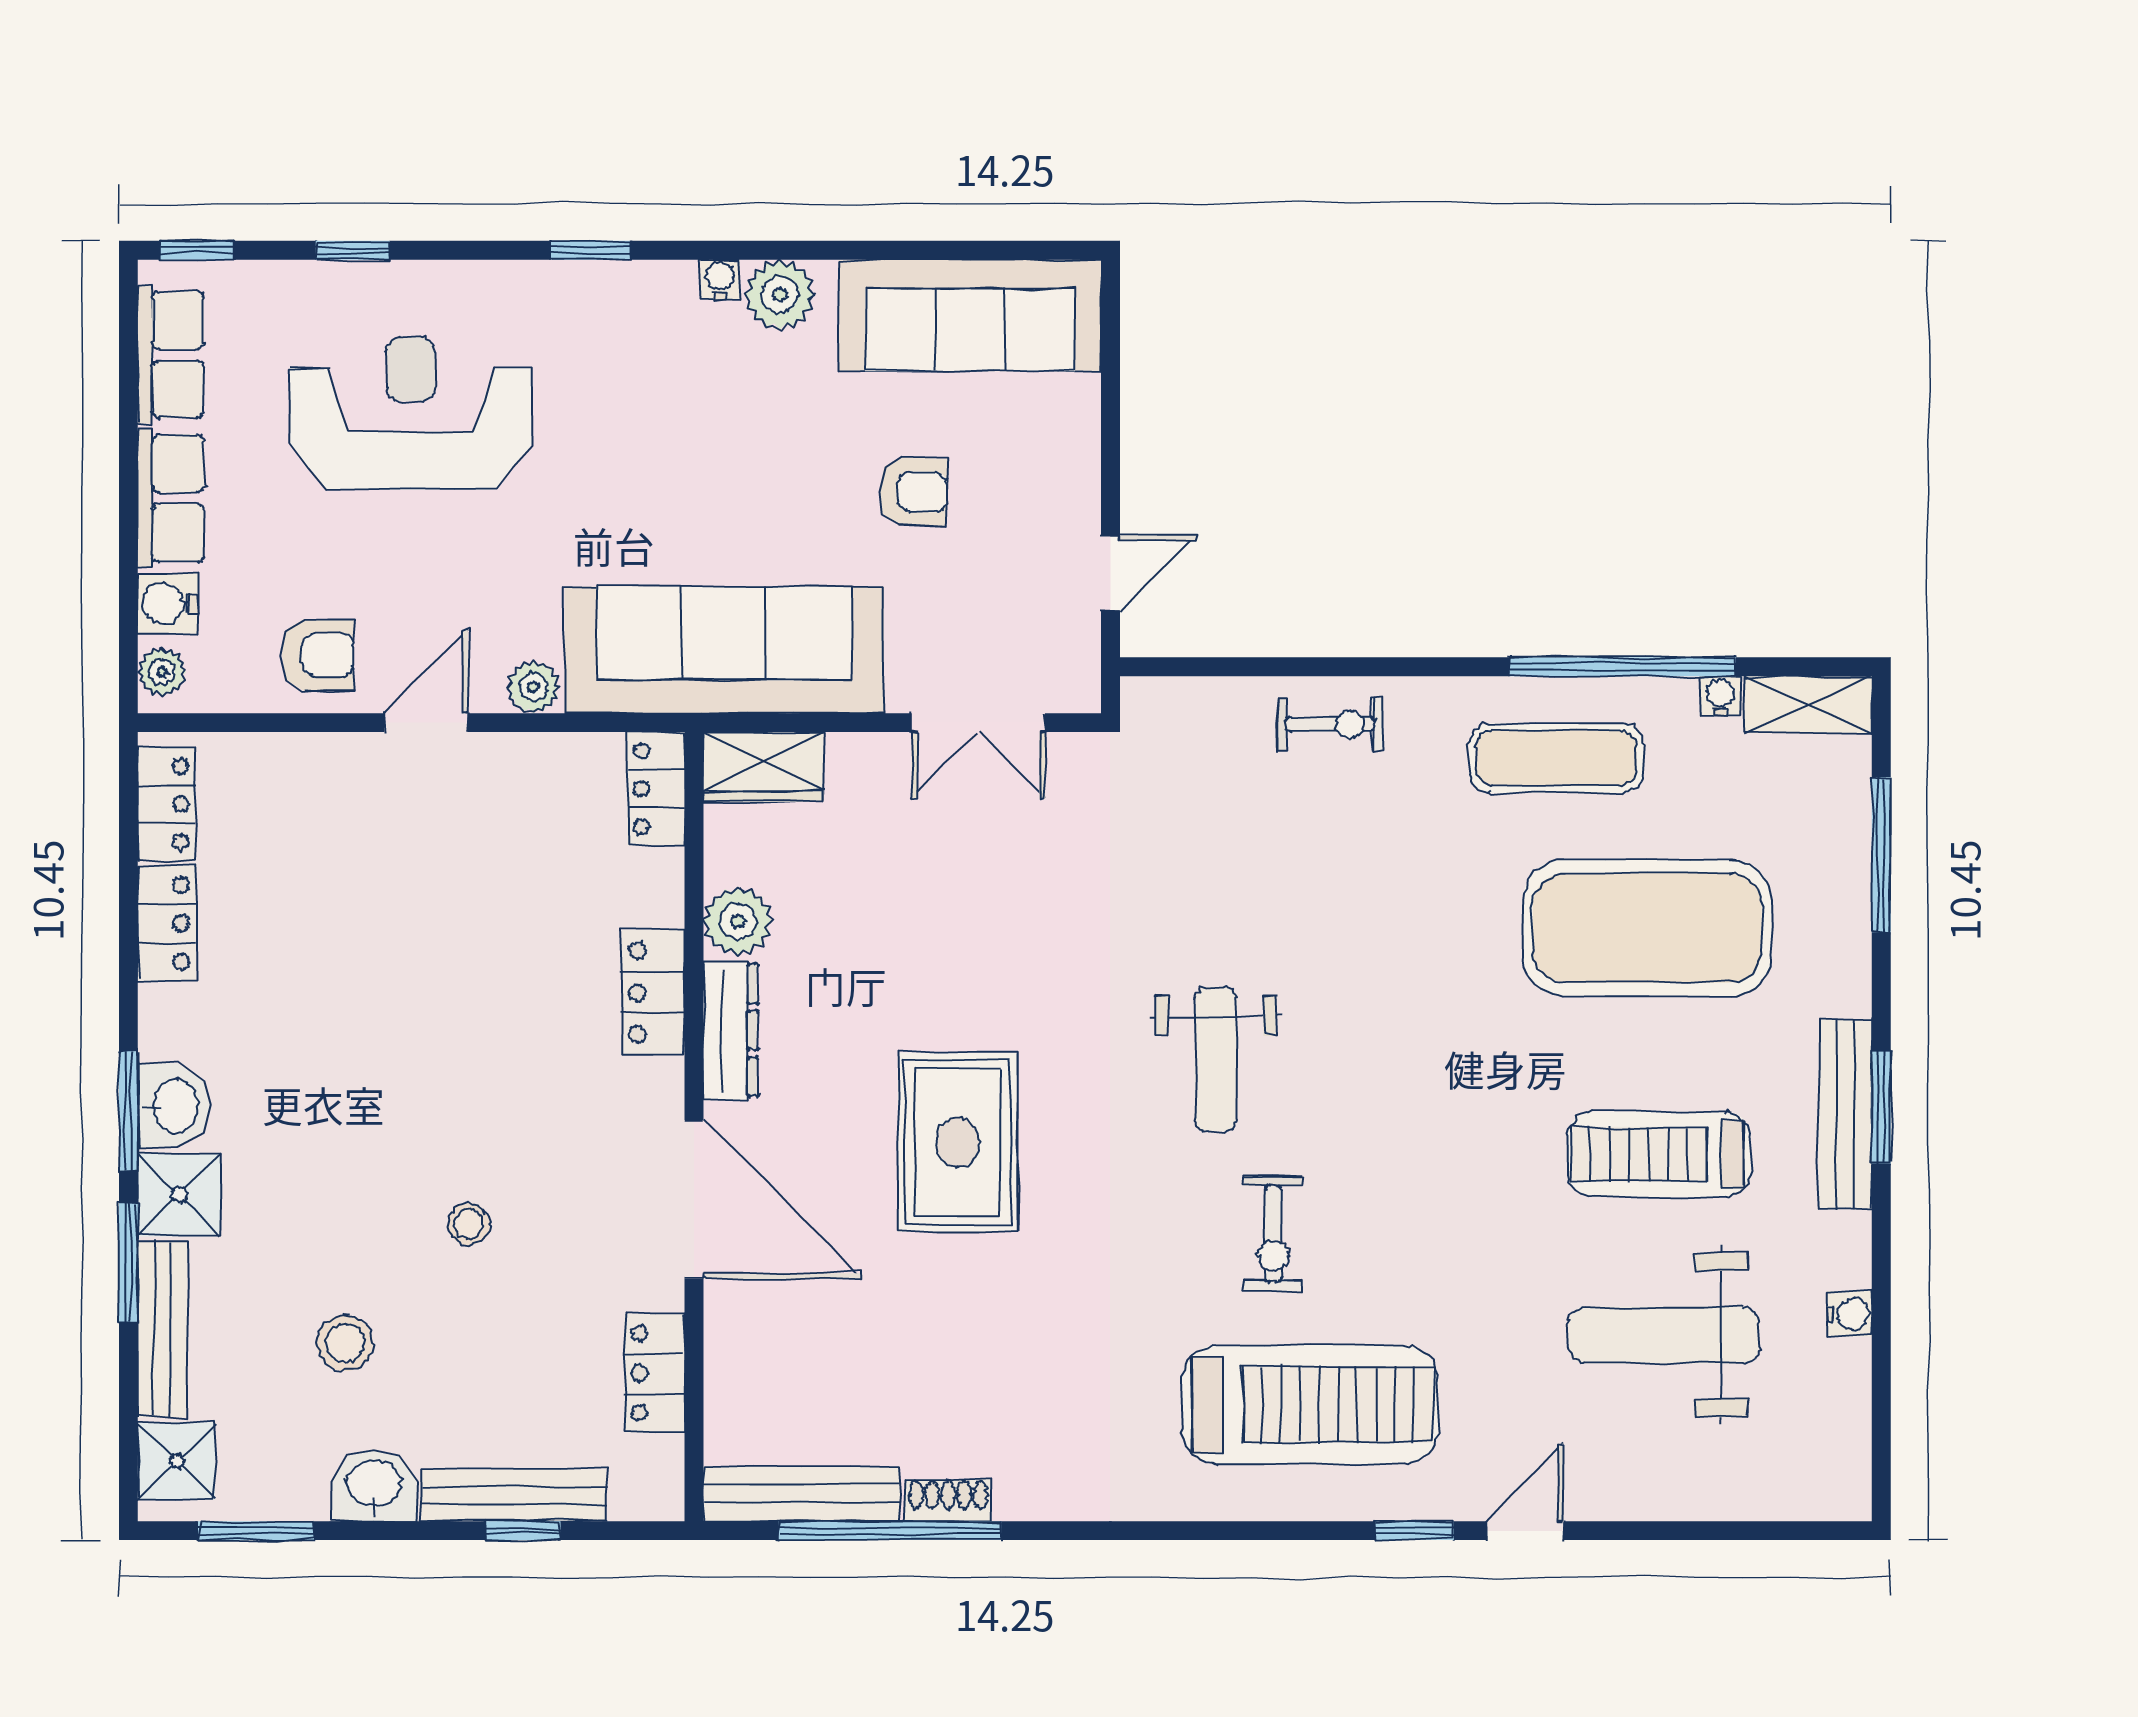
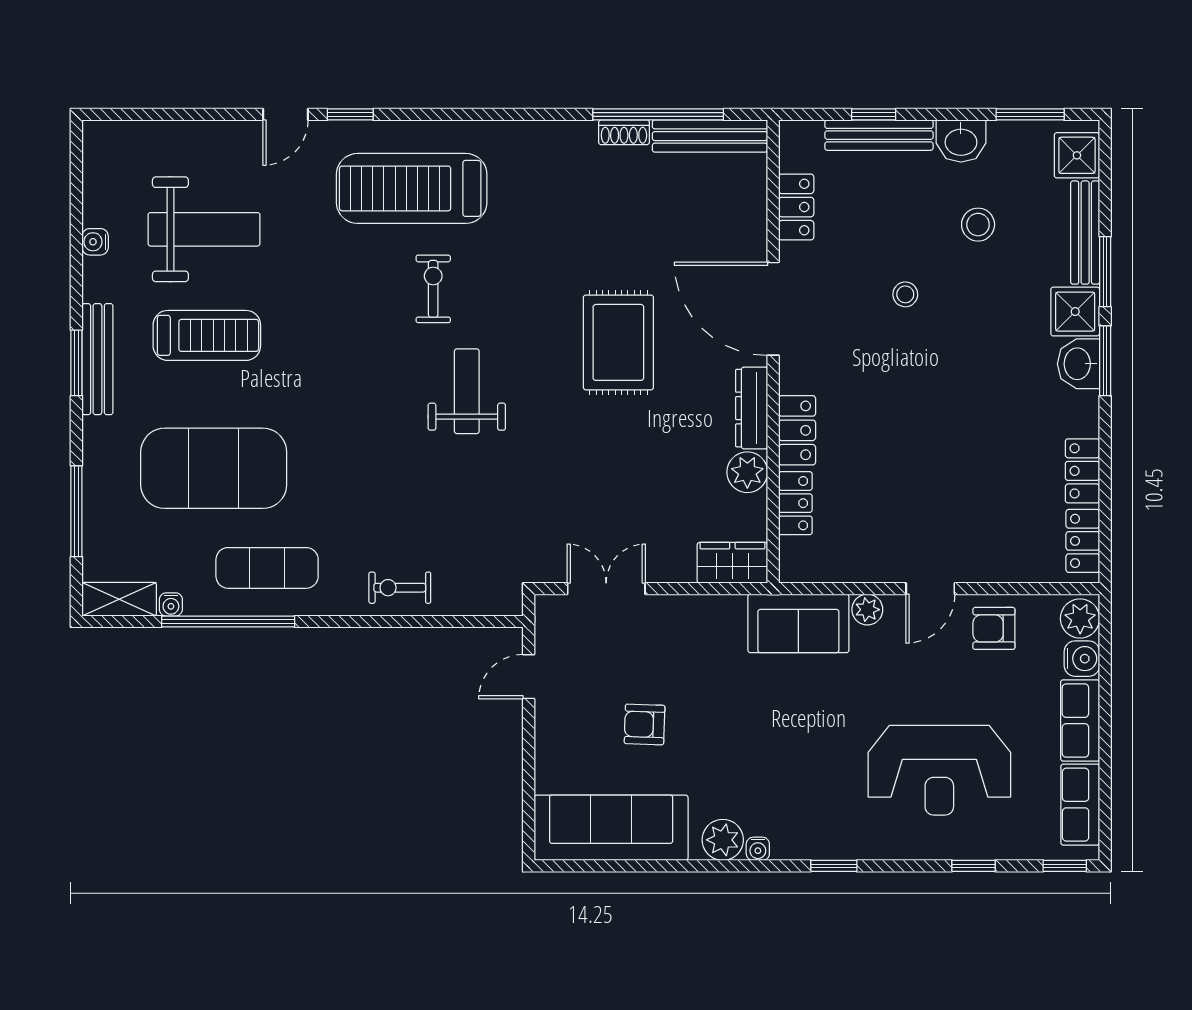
sofa: (724, 650) -> (798, 623), width x0.54, depth x0.79
plant: (162, 672) -> (1080, 618), width x1.38, depth x1.38
locker: (656, 789) -> (795, 503), moved

